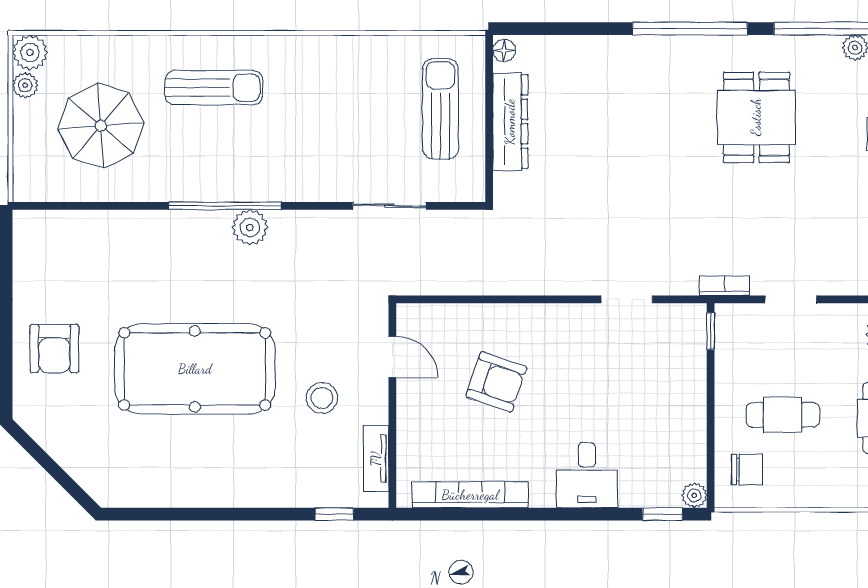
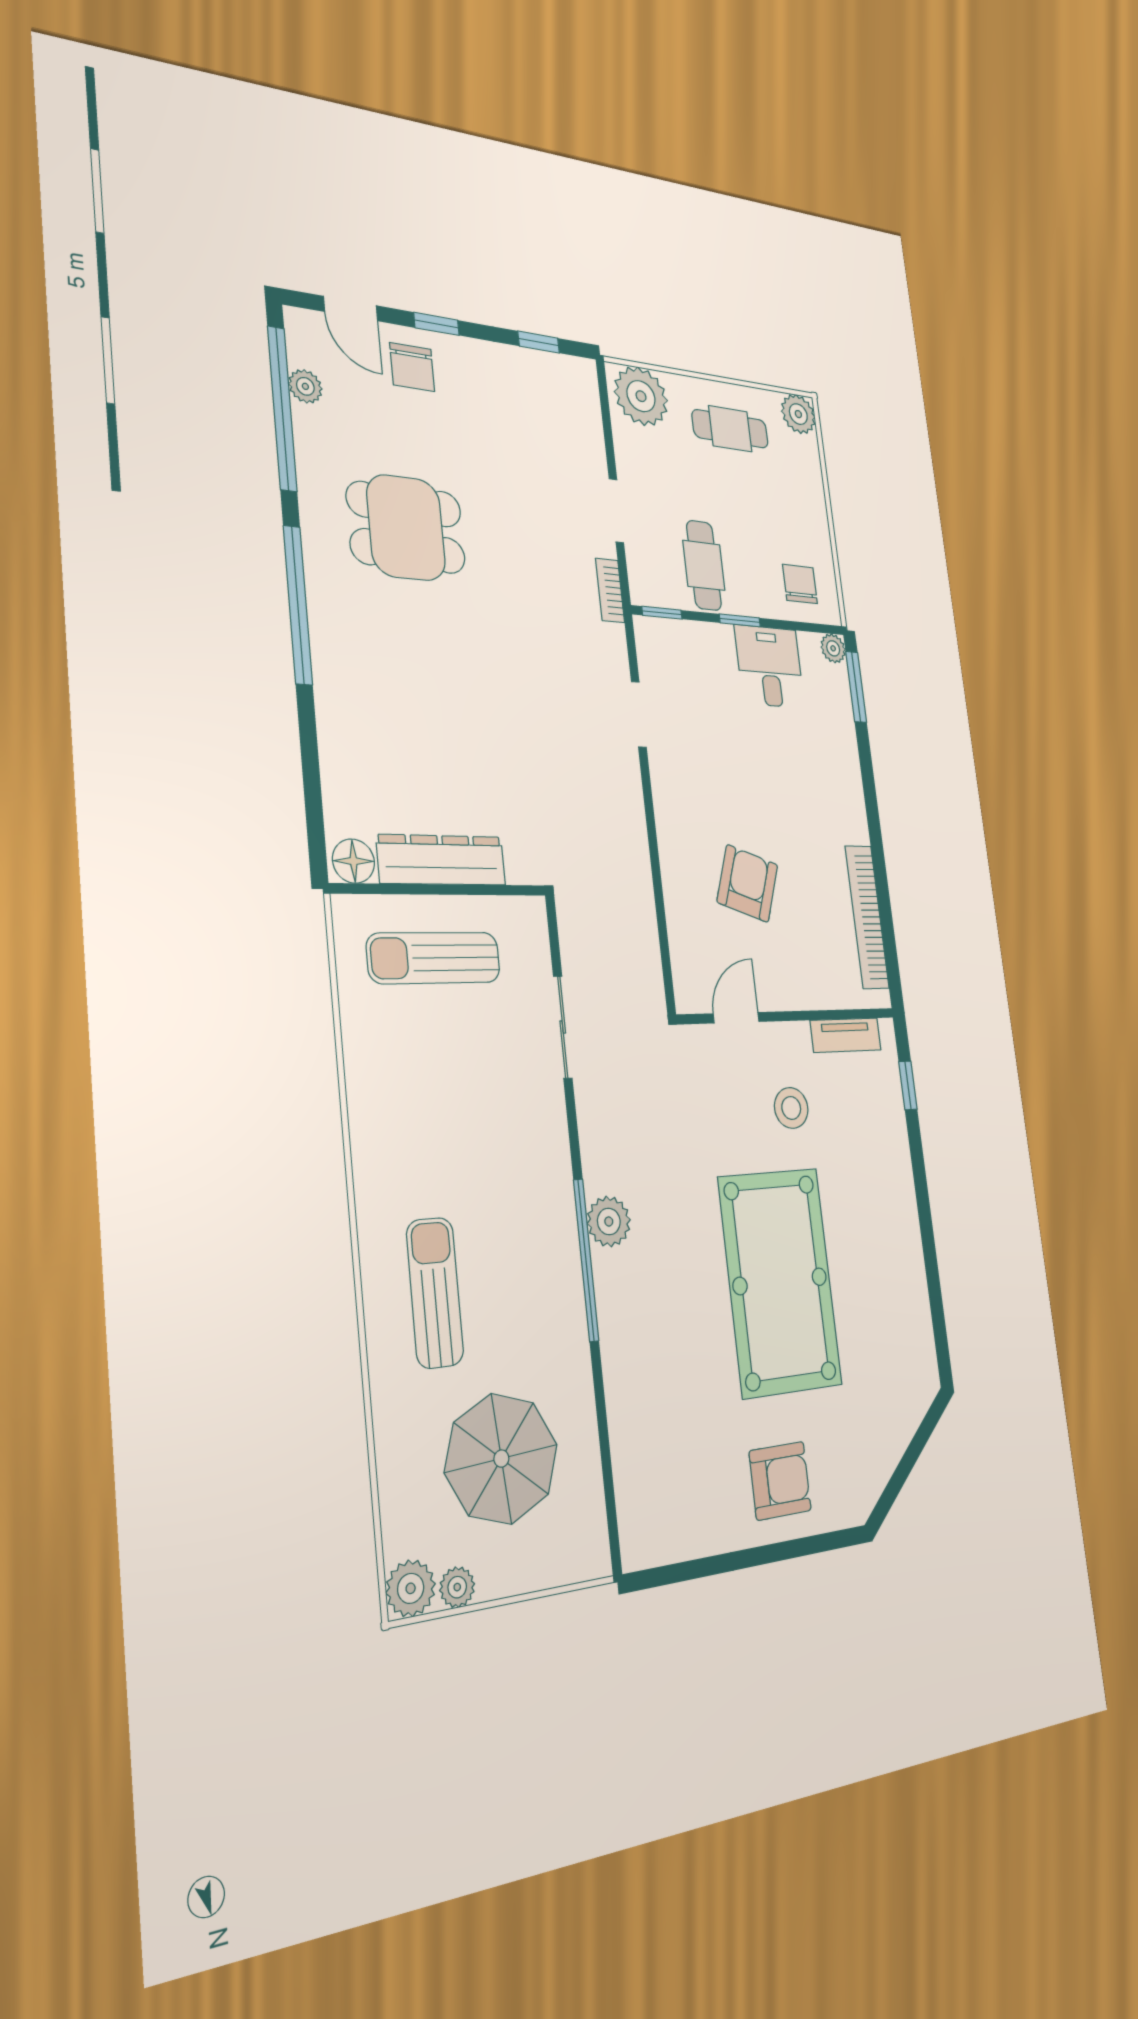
floor lamp: (504, 50) -> (354, 861), width x1.37, depth x1.37
window: (711, 405) -> (740, 620), added
cafe table: (783, 415) -> (704, 565), moved
desk: (587, 475) -> (770, 666), moved, turned -90
window: (663, 514) -> (856, 687), width x1.50

